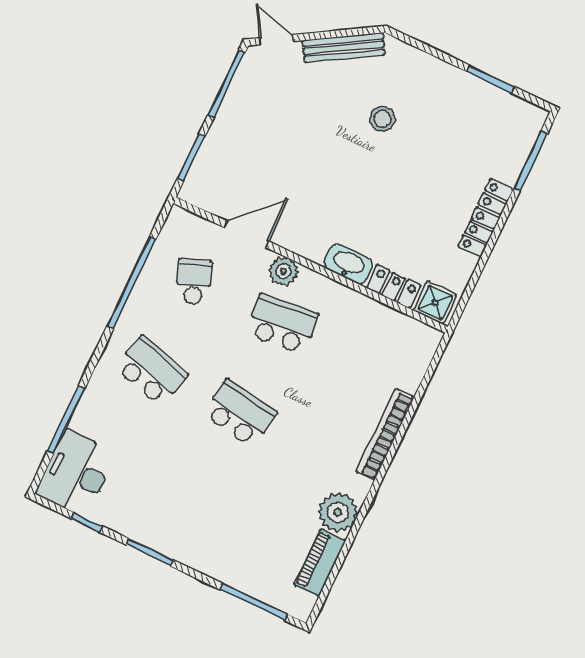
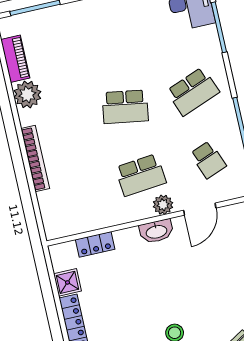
washbasin: (348, 264) -> (156, 231), moved
shower: (435, 303) -> (67, 282), moved
school desk: (151, 371) -> (193, 91), turned -36

